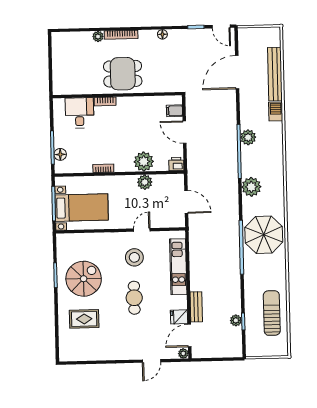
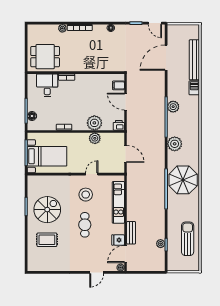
dining table: (123, 74) -> (45, 57), moved

